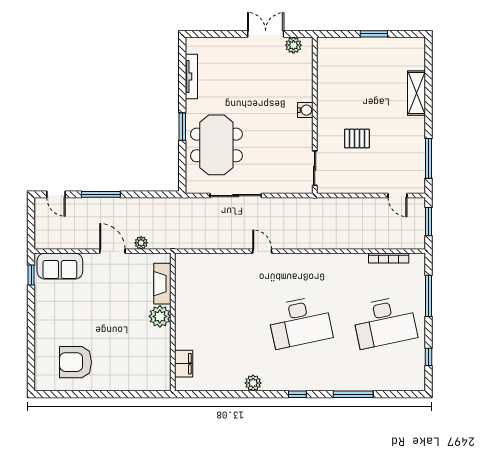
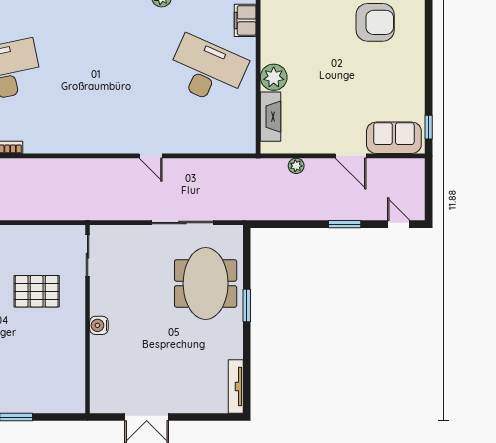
plant: (293, 45) -> (113, 403), removed
tv unit: (191, 77) -> (236, 386), moved
pallet: (357, 138) -> (37, 291), width x1.50, depth x1.42
window: (101, 194) -> (345, 224), width x0.69
door: (112, 251) -> (351, 156), moved
desk: (300, 322) -> (207, 70), moved, turned 36

